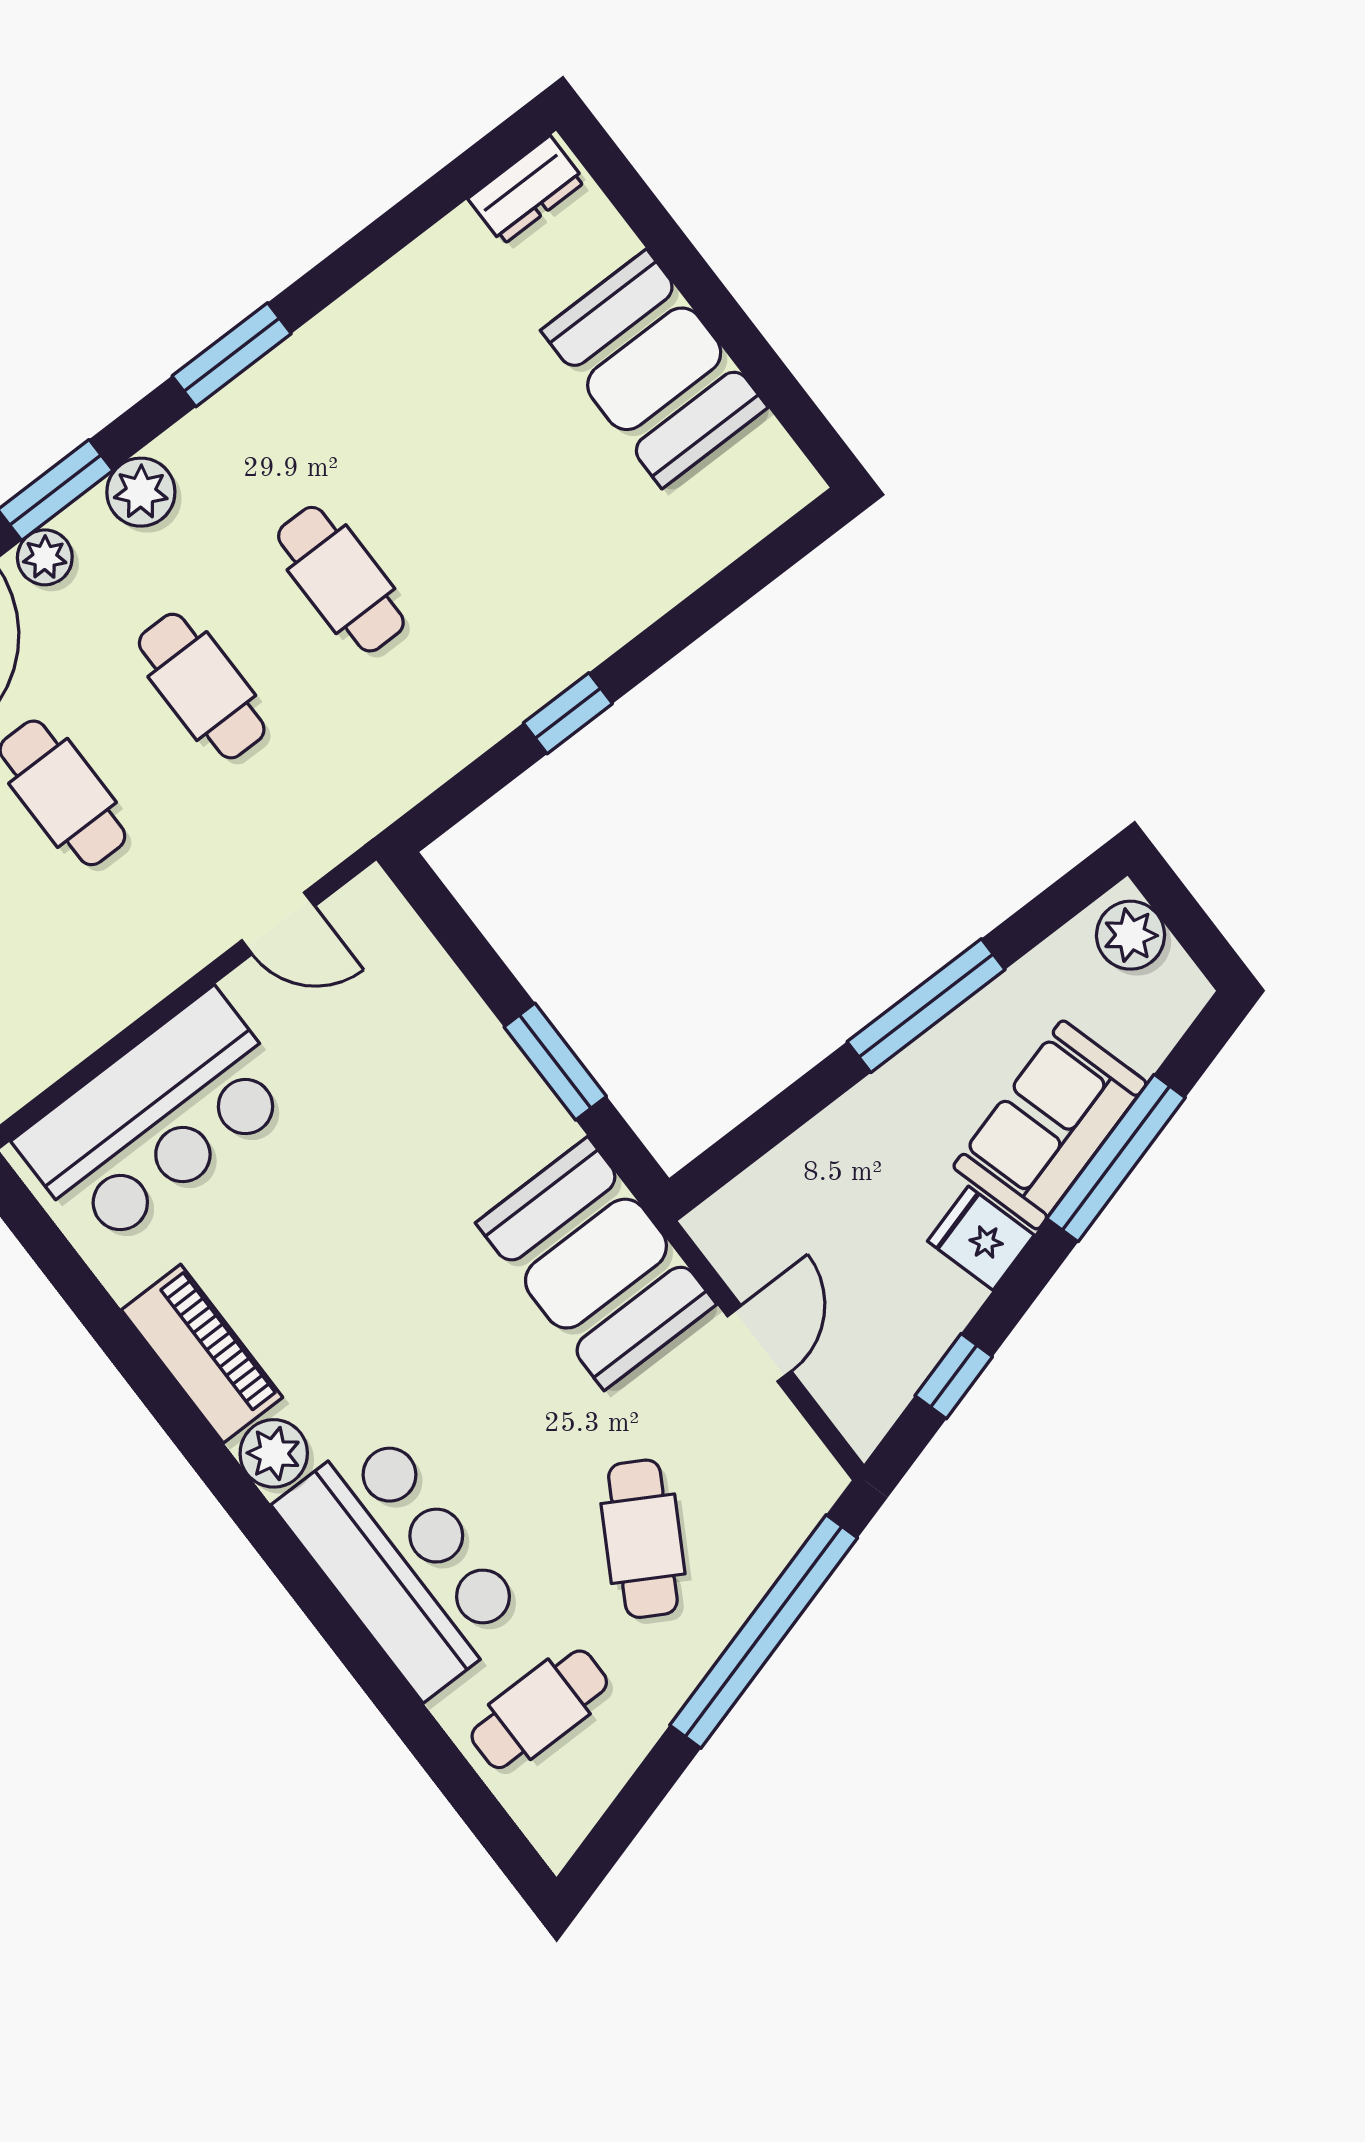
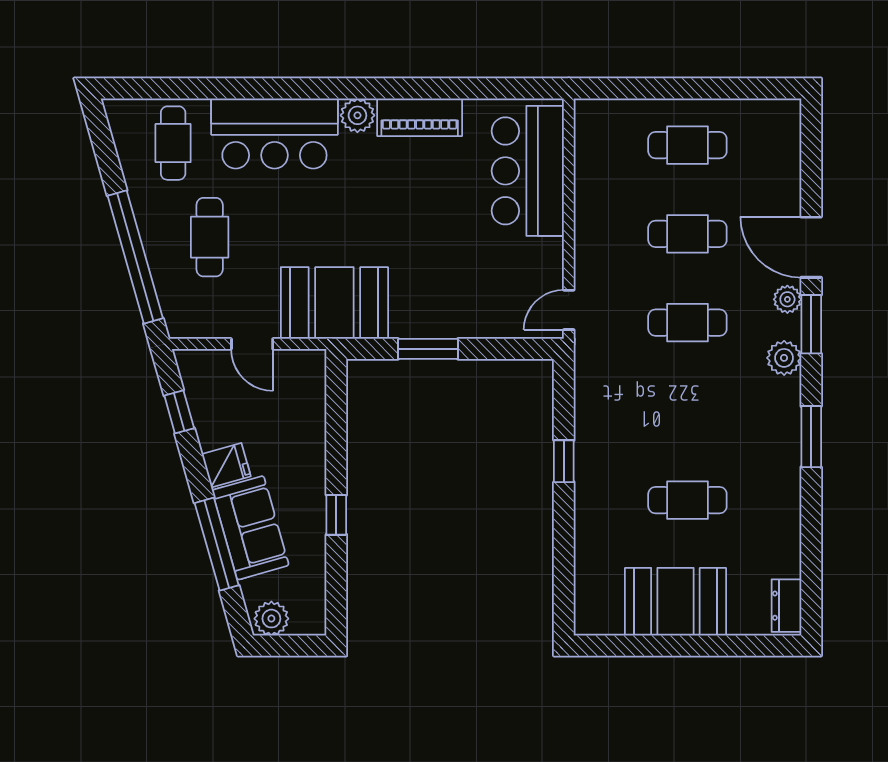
cafe table: (341, 579) -> (687, 500), moved
door: (278, 923) -> (569, 310), moved
plant: (1131, 935) -> (271, 619), moved
window: (926, 1006) -> (336, 515), width x0.46
cafe table: (643, 1539) -> (210, 237), turned 60

